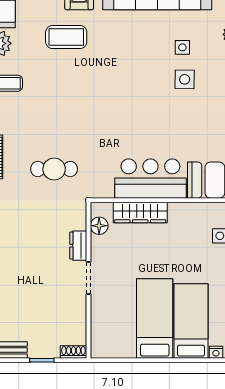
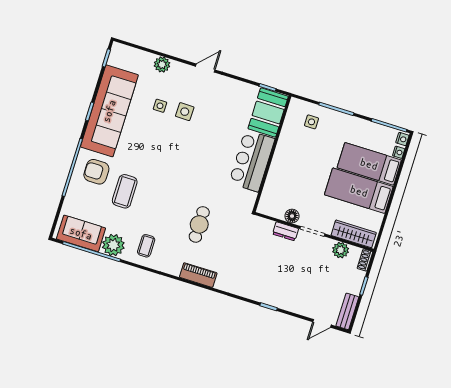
cafe table: (54, 169) -> (199, 224), moved
wardrobe: (140, 213) -> (354, 234), moved, turned -90
floor lamp: (99, 226) -> (292, 216), moved
plant: (76, 319) -> (341, 250), added

